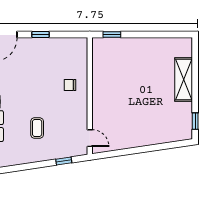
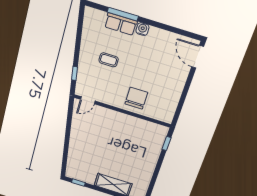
window: (41, 34) -> (187, 87), removed
chair: (70, 85) -> (136, 98), width x1.87, depth x1.87

